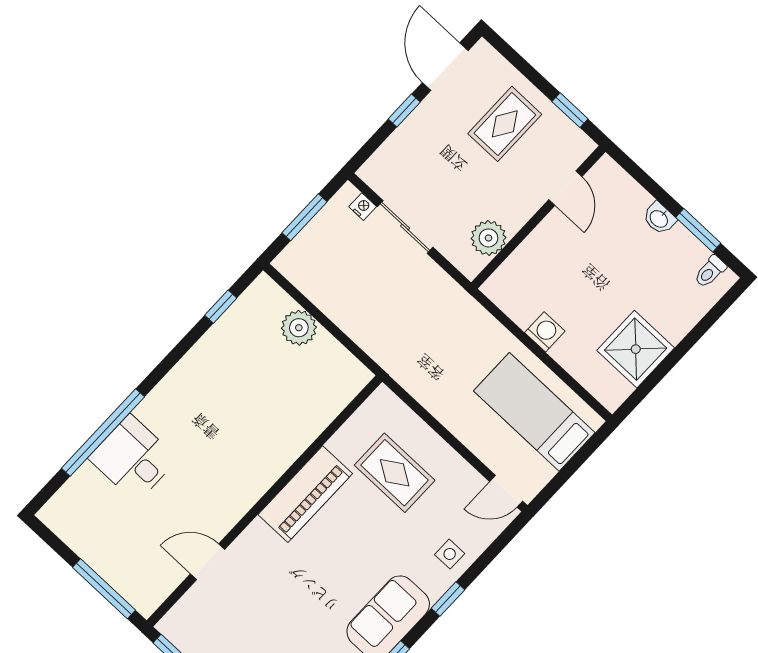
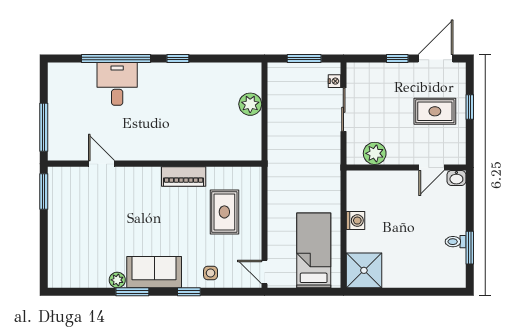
window: (570, 110) -> (470, 107), moved
washbasin: (659, 218) -> (456, 178), moved, turned -90
toilet: (710, 272) -> (456, 242), moved
window: (221, 307) -> (178, 59), moved
shower: (636, 349) -> (364, 270), moved
piano: (305, 494) -> (184, 176), width x0.73, depth x0.75

